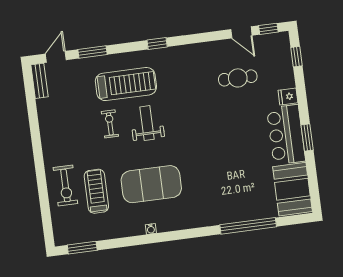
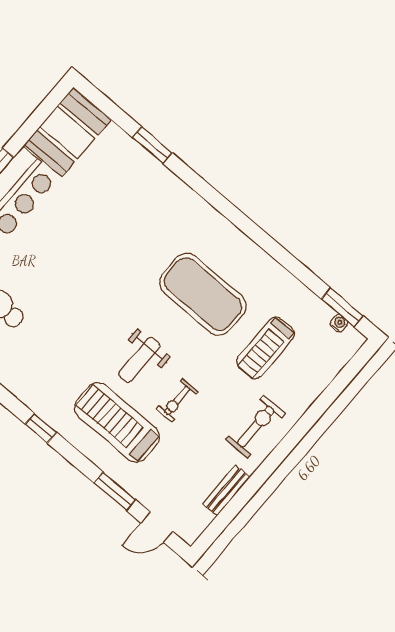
bench: (39, 81) -> (226, 490), moved
exercise bike: (65, 186) -> (256, 427), moved
window: (248, 226) -> (152, 145), width x0.47
water cooler: (151, 229) -> (339, 323), moved

